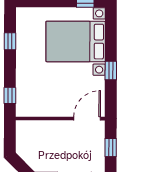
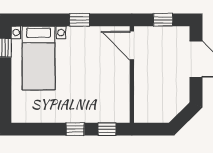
window: (10, 41) -> (75, 129), moved
bed with nightstands: (76, 41) -> (38, 58), width x0.73

